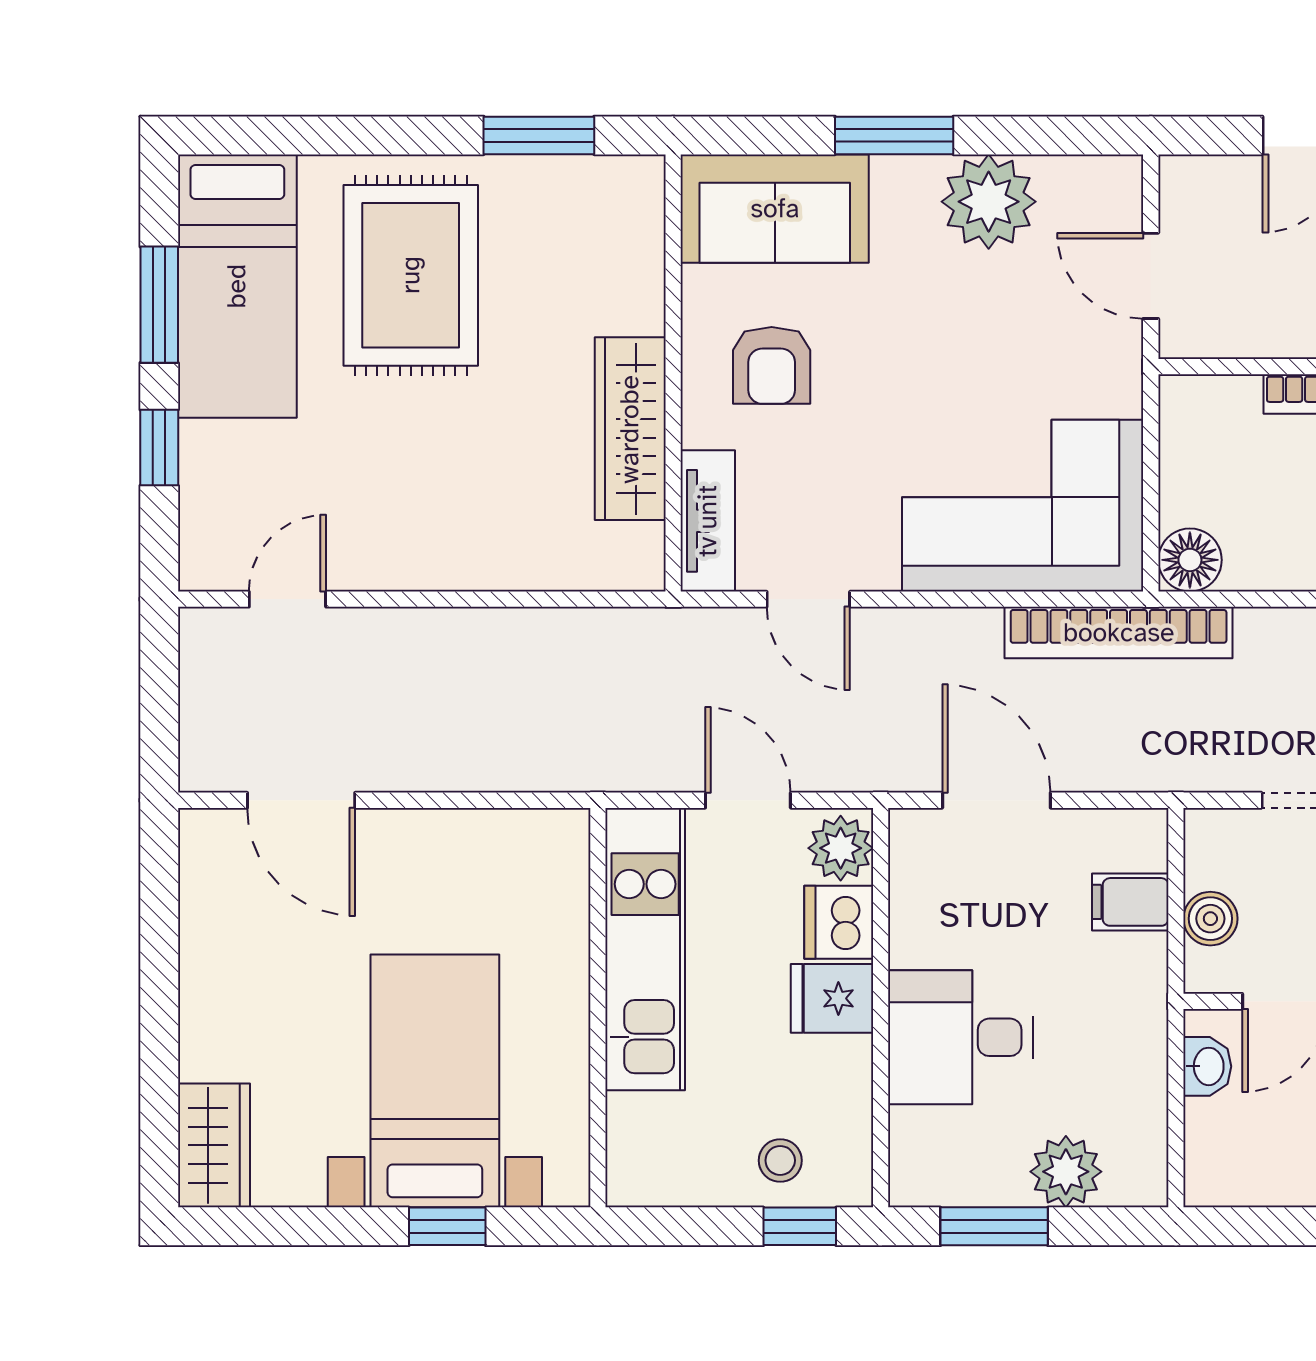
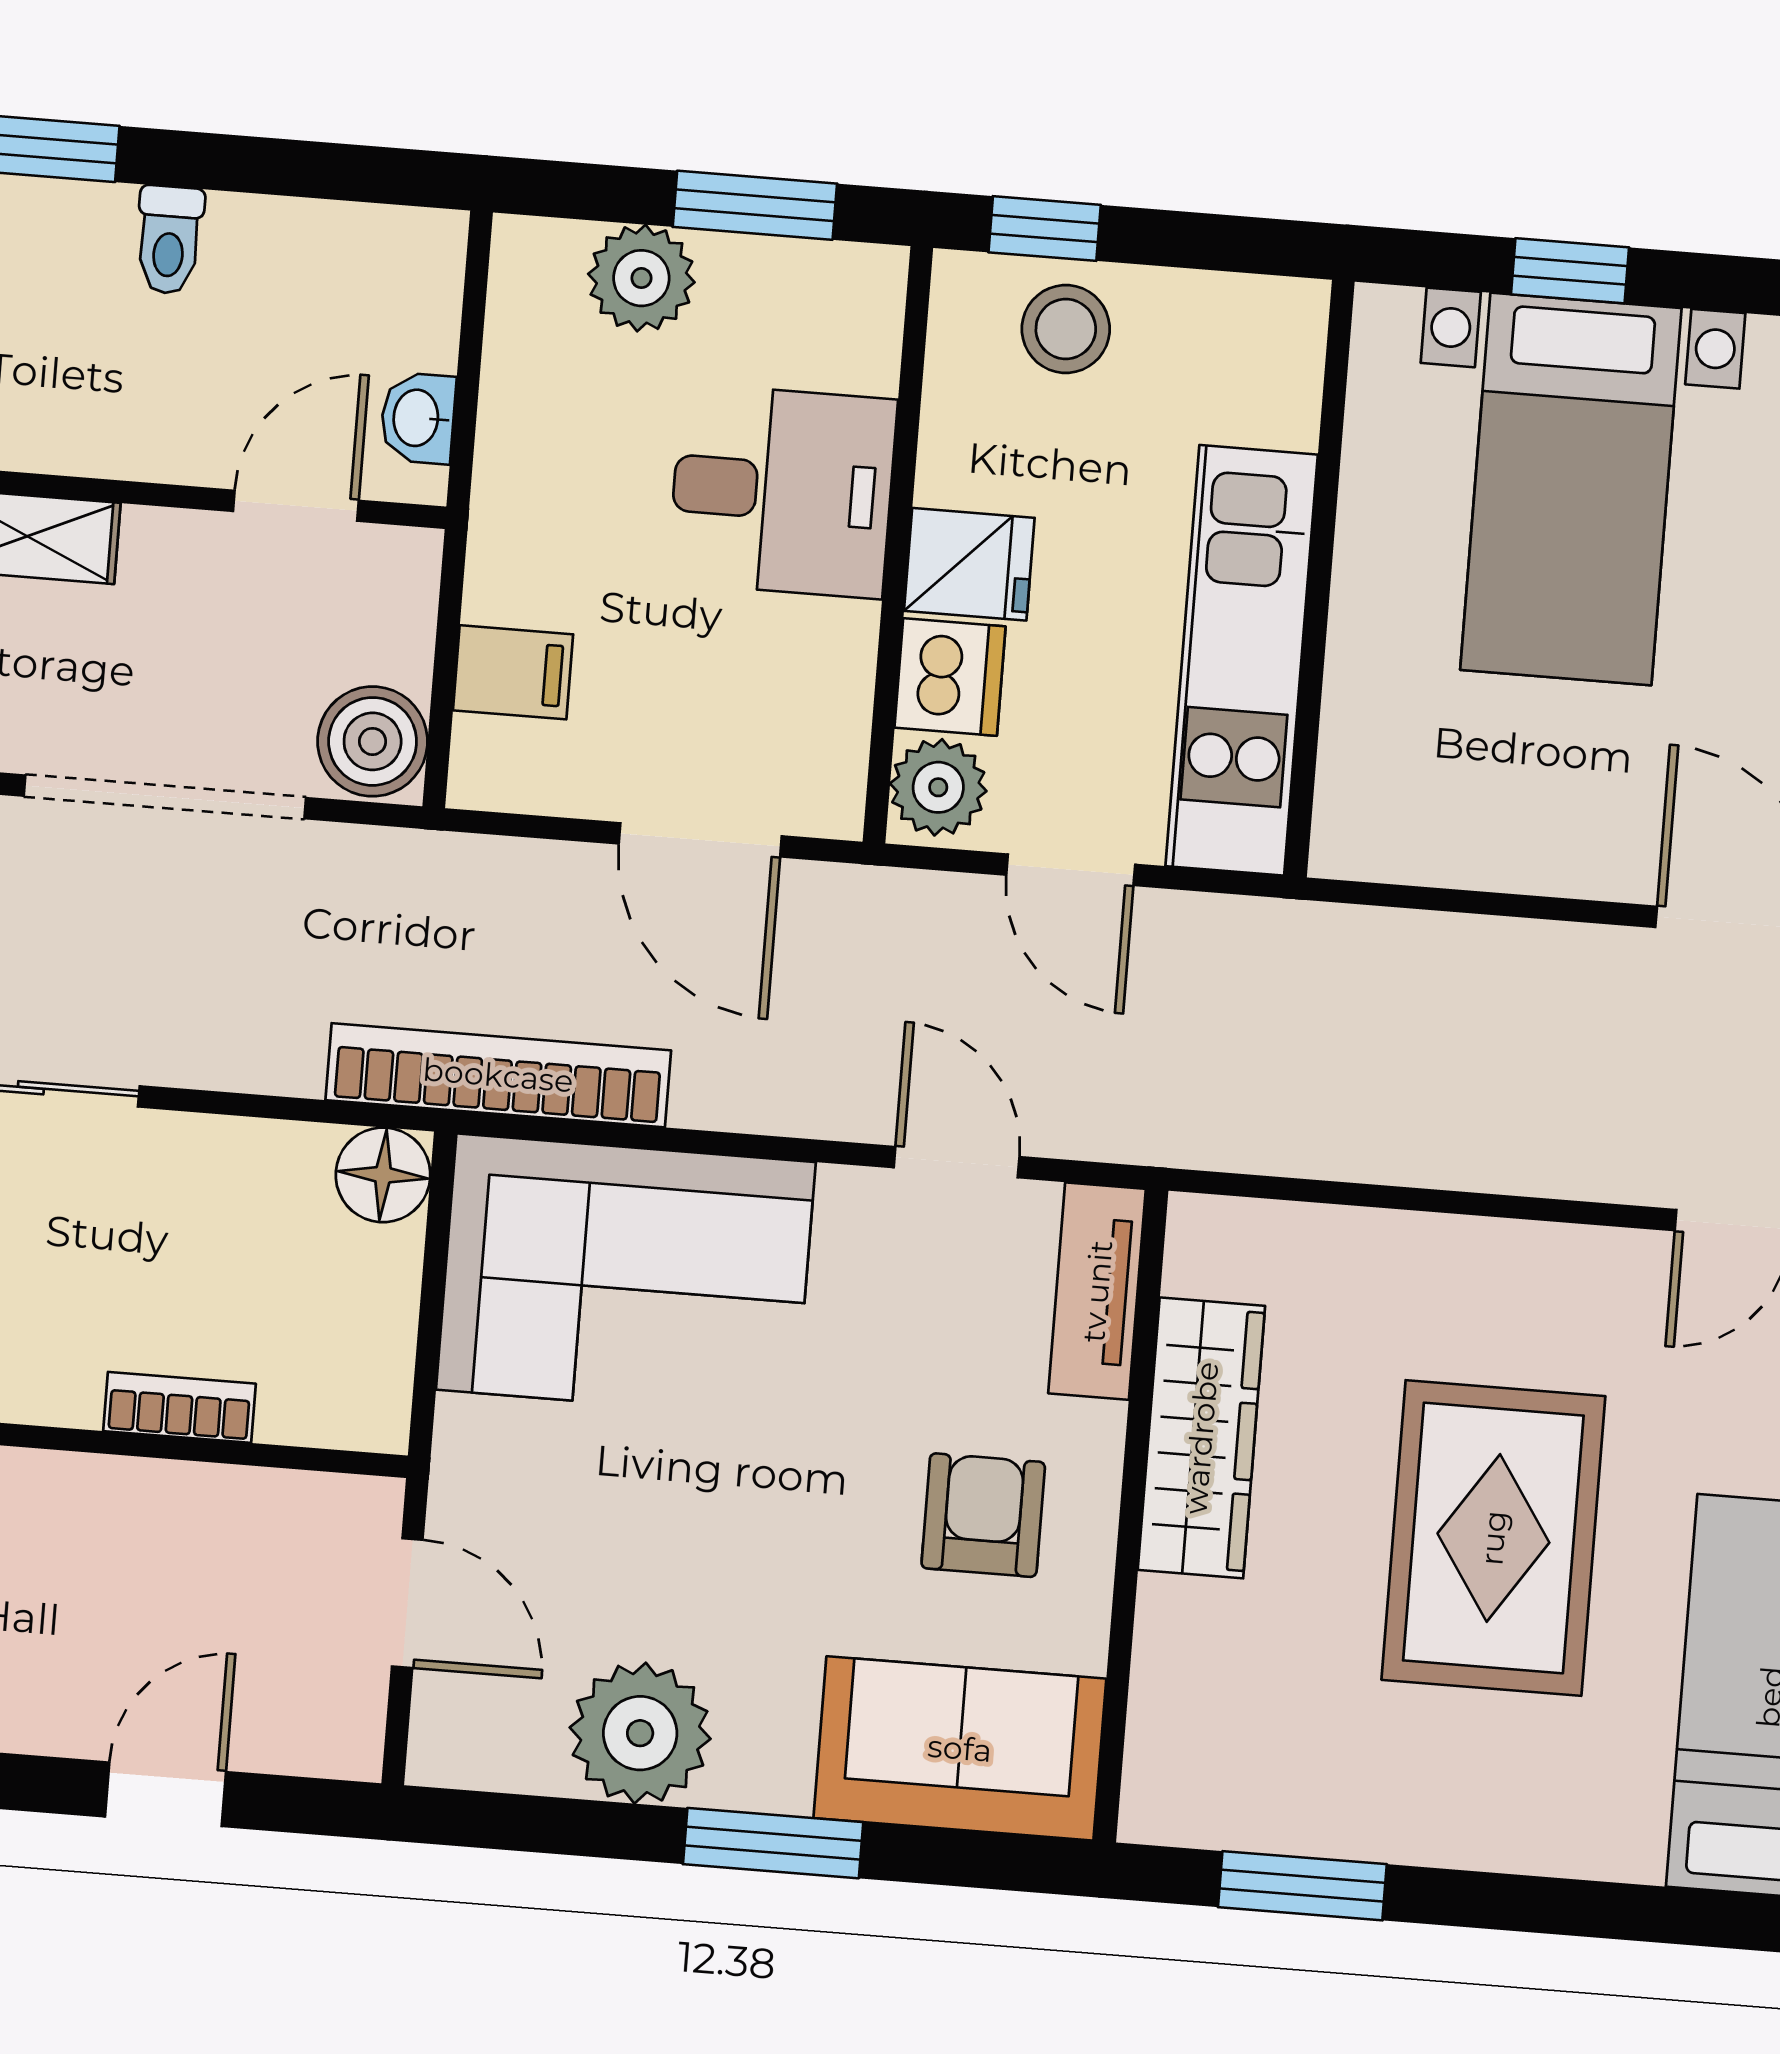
rug: (411, 275) -> (1493, 1538), moved
boiler: (1210, 919) -> (373, 741), moved, width x1.36, depth x1.36
stool: (780, 1160) -> (1066, 329), width x1.37, depth x1.37

